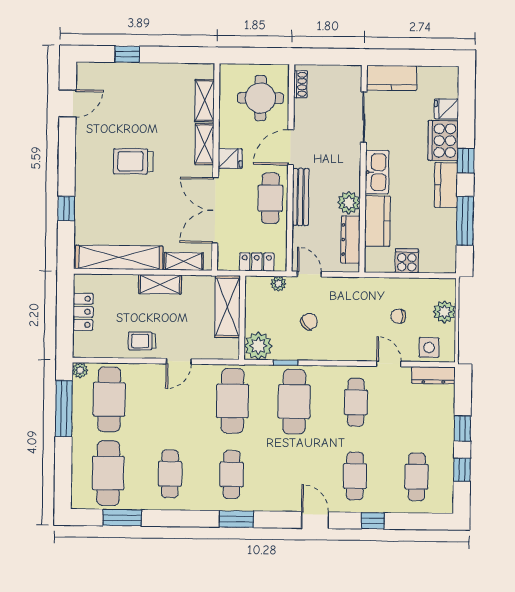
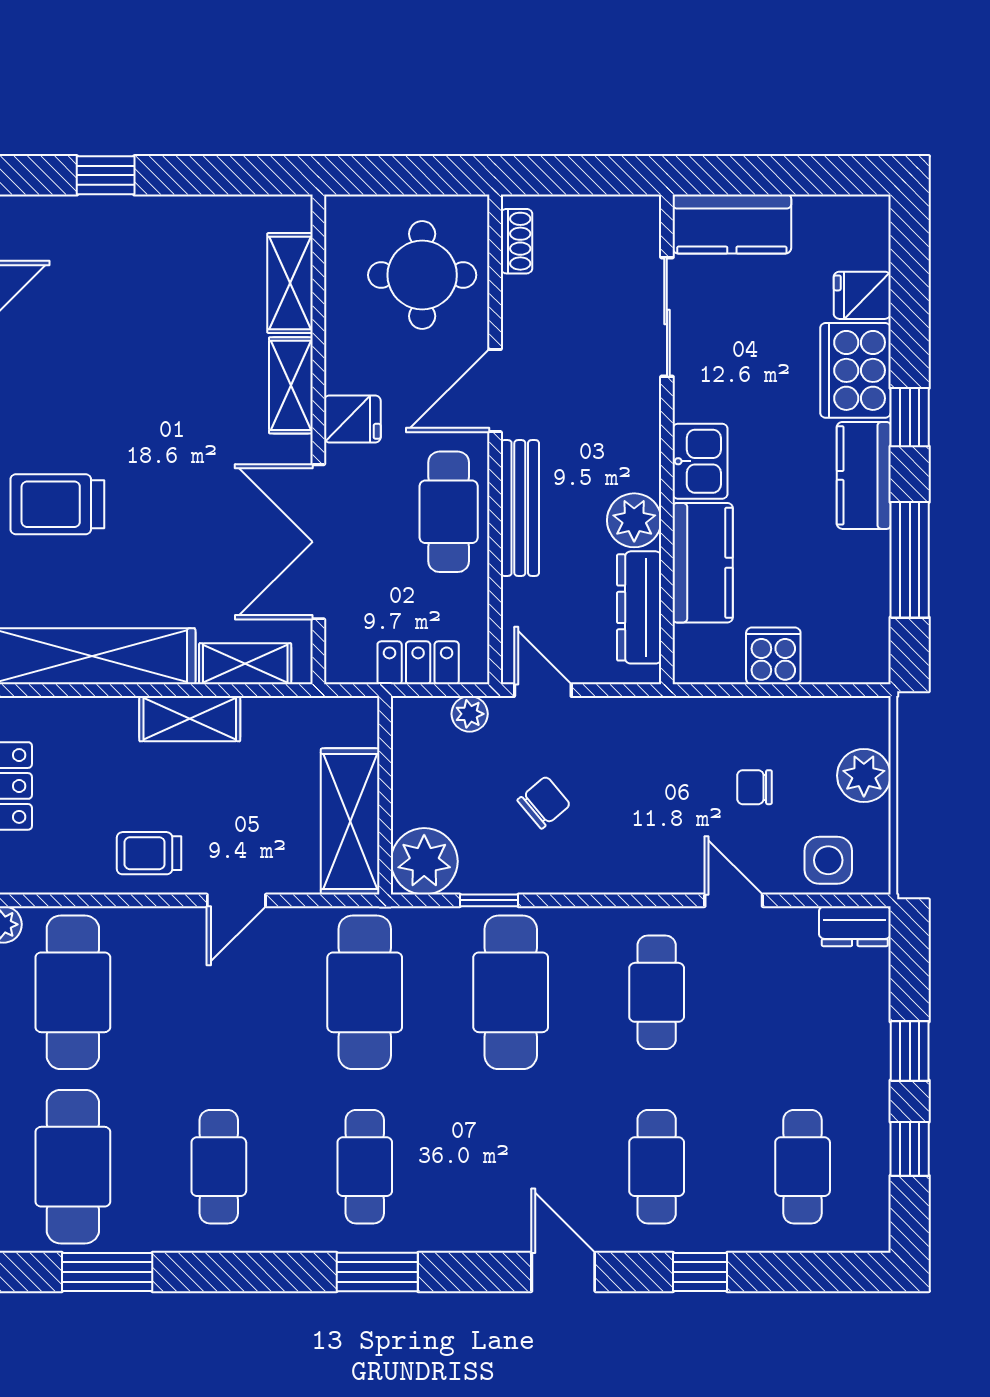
trolley: (133, 161) -> (57, 504), moved
kitchen sink: (377, 172) -> (700, 461), width x0.73
shelving: (227, 307) -> (350, 821), moved
dresser: (433, 375) -> (855, 926), width x0.70

